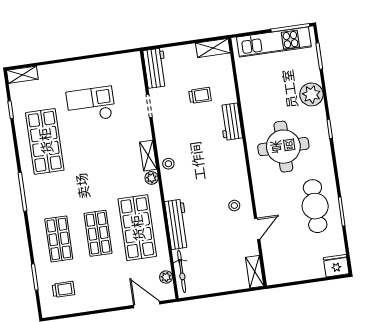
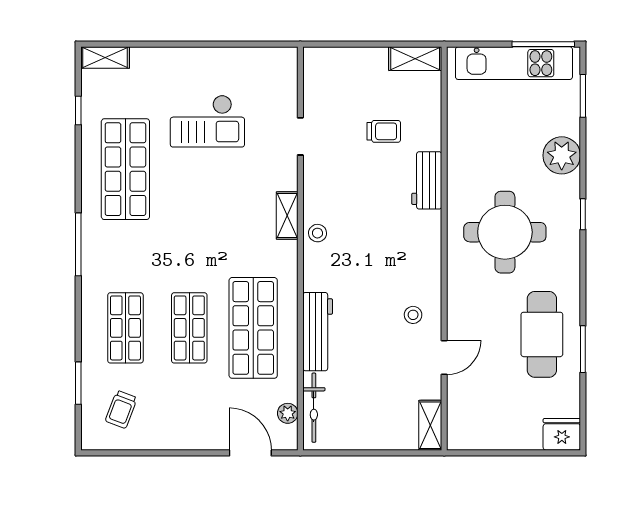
workbench: (155, 68) -> (319, 78), removed
checkout: (91, 105) -> (207, 121), turned 180
plant: (152, 178) -> (287, 252), removed
trolley: (63, 289) -> (121, 409), turned 111

